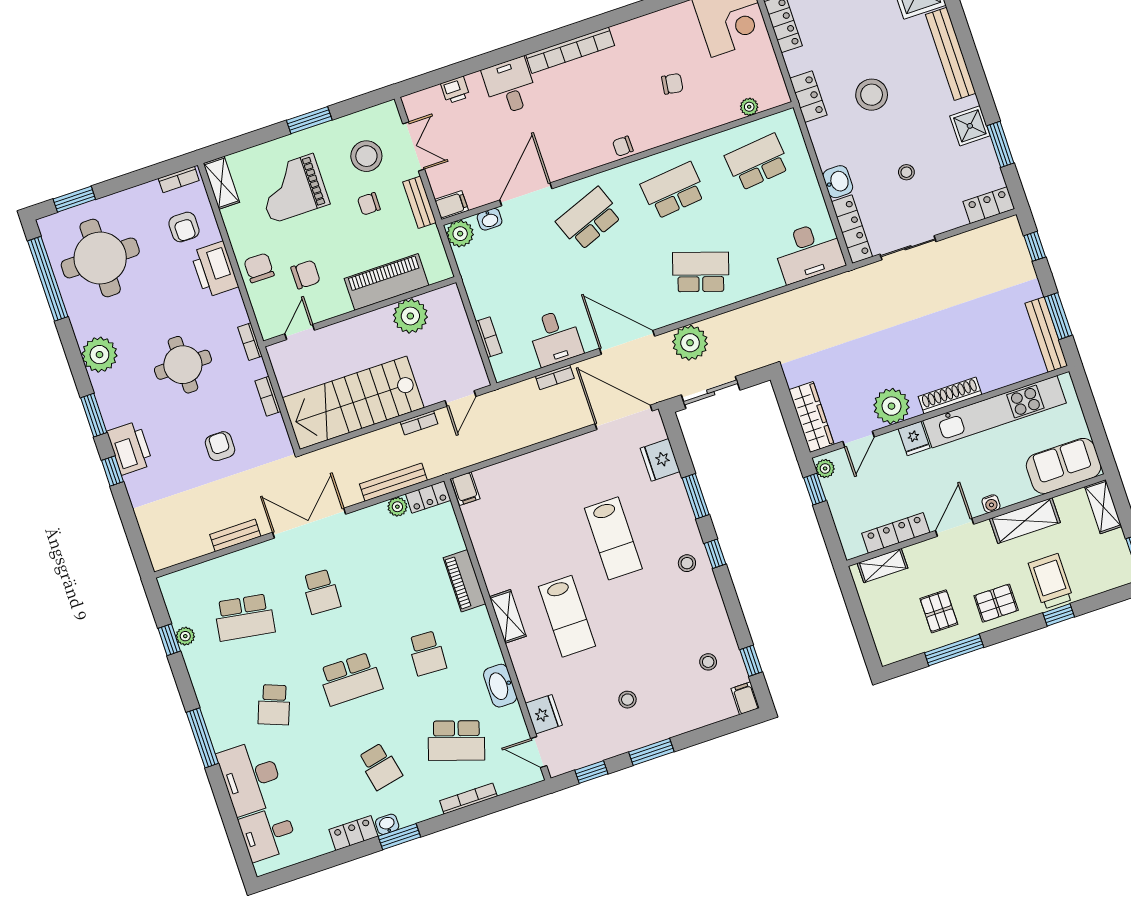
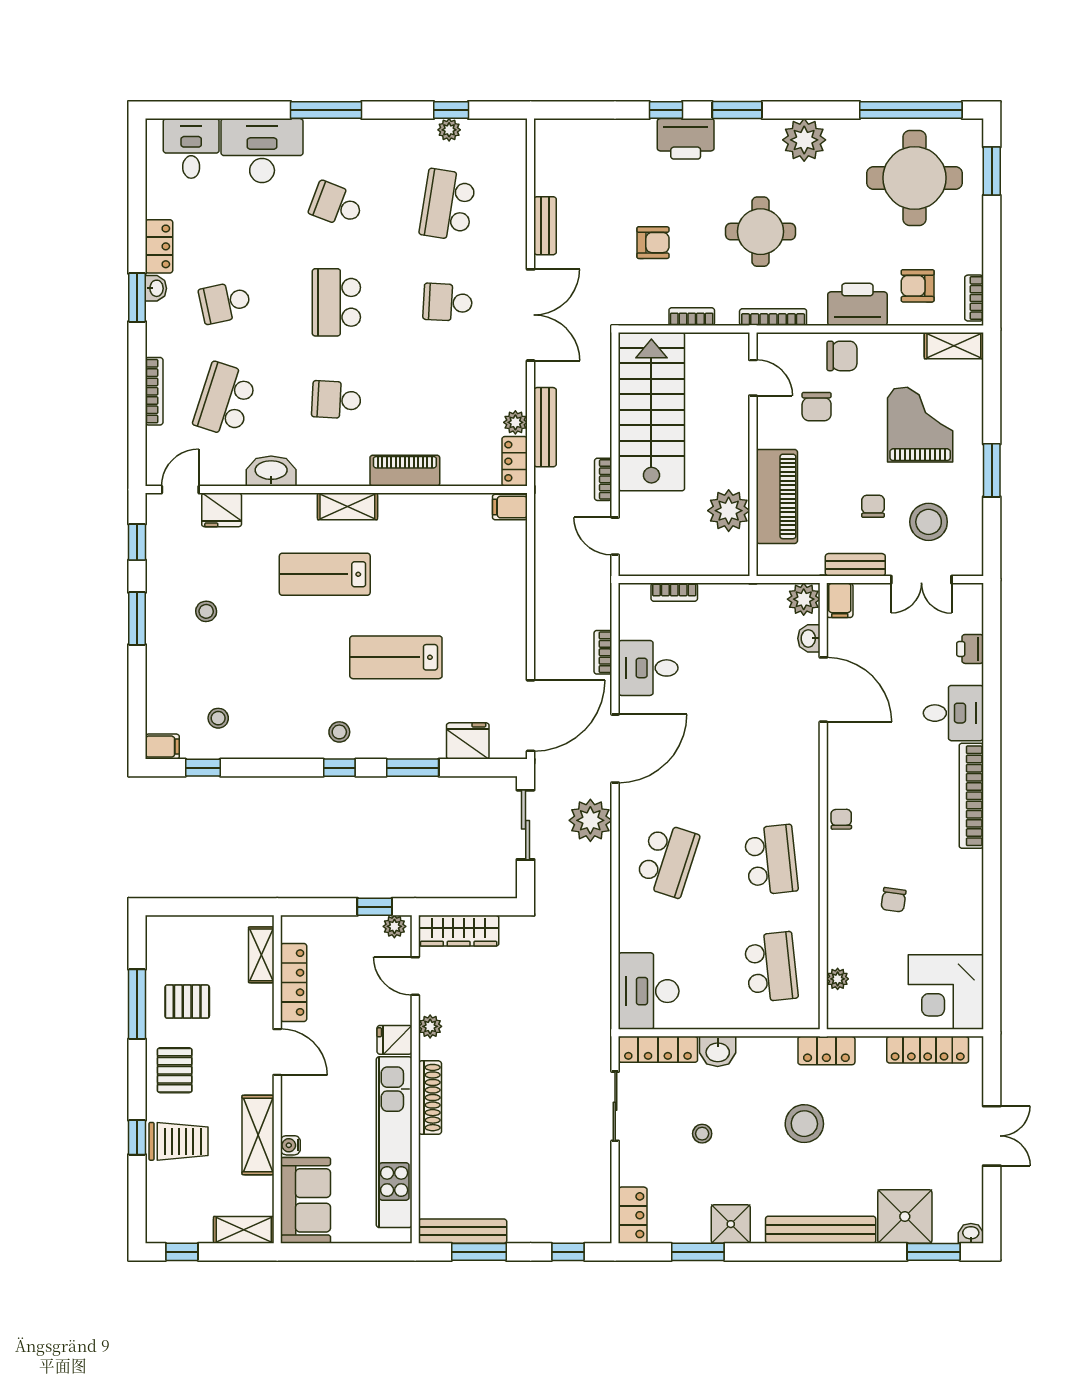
school desk: (589, 219) -> (771, 753), removed
bookcase: (250, 342) -> (773, 317), width x1.56
plant: (891, 406) -> (430, 1026), width x0.53, depth x0.53
water cooler: (991, 504) -> (290, 1145), moved

